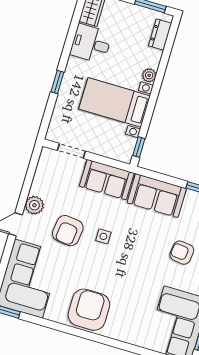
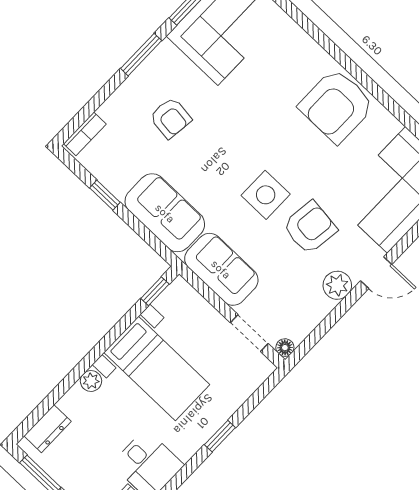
floor lamp: (46, 153) -> (285, 348), added
side table: (103, 236) -> (266, 195), width x1.87, depth x1.87

